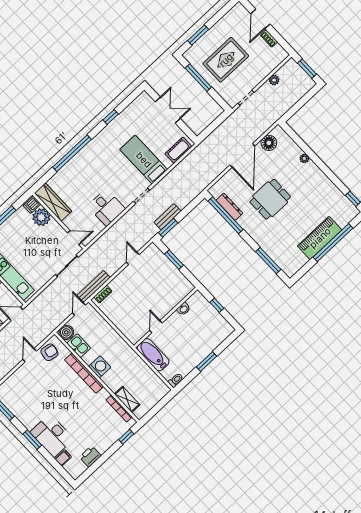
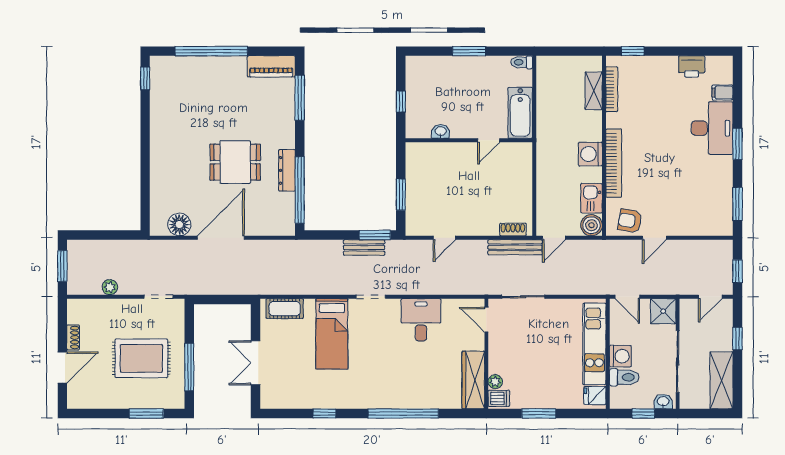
plant: (304, 158) -> (157, 172), removed
dresser: (229, 207) -> (287, 170), moved
plant: (41, 217) -> (495, 382), width x0.53, depth x0.53
piano: (320, 238) -> (271, 66), moved, width x0.73, depth x0.75

